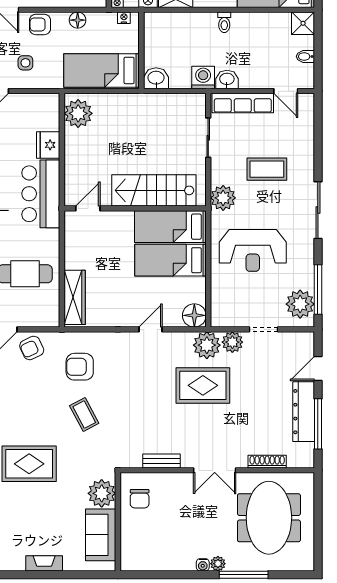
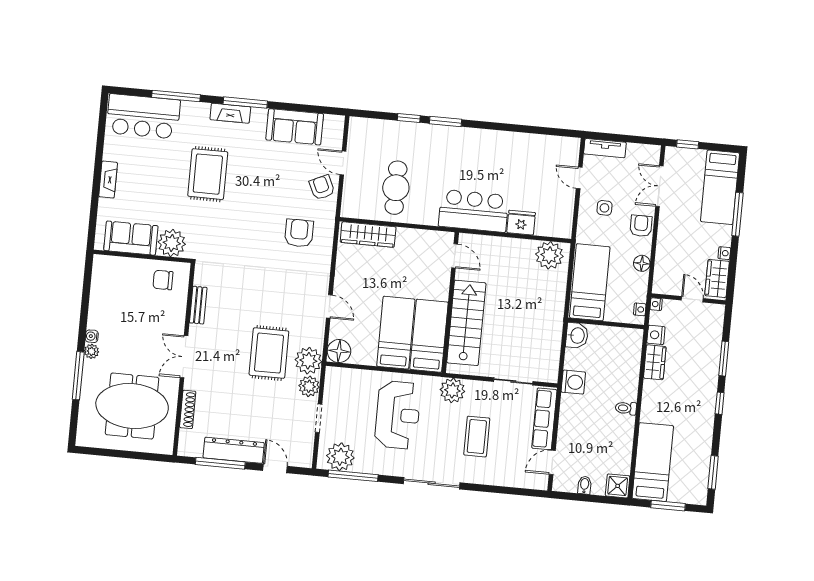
washbasin: (227, 79) -> (569, 405), removed
reception desk: (253, 250) -> (398, 415), turned 180
coffee table: (84, 415) -> (251, 233), removed

